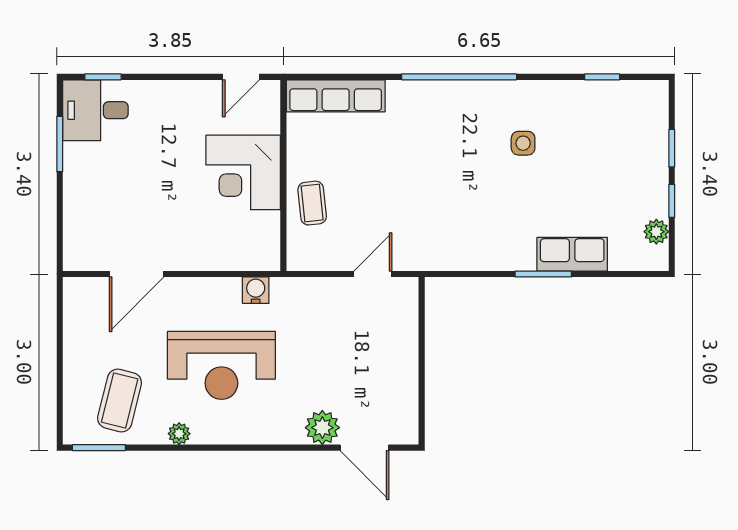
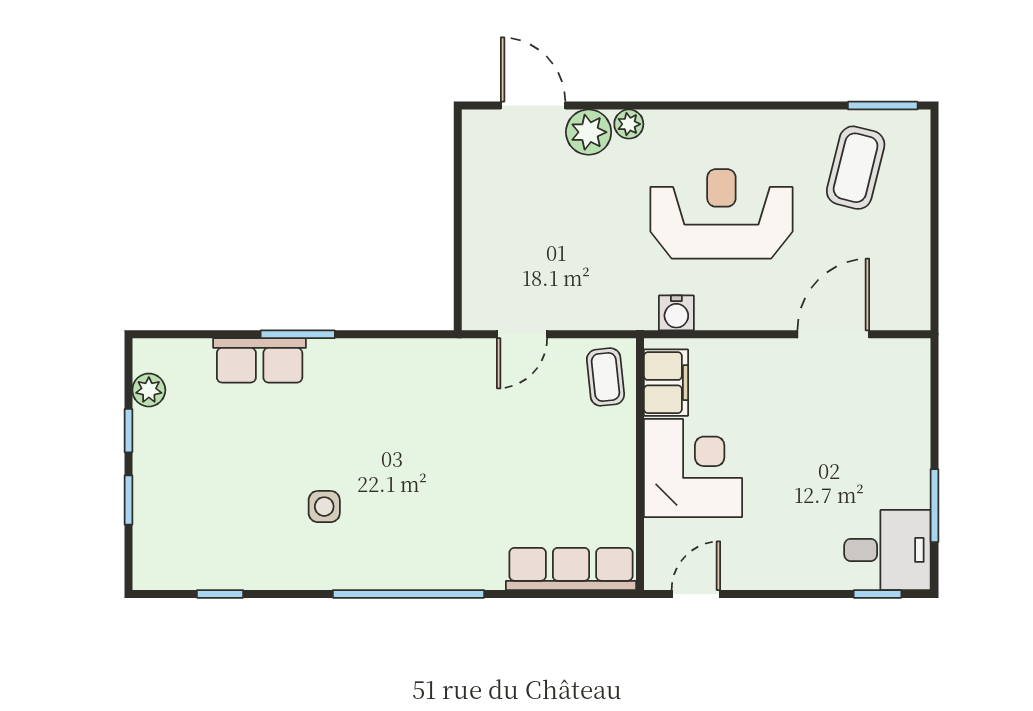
coffee table: (312, 203) -> (605, 377), moved
filing cabinet: (264, 237) -> (666, 383), added
plant: (179, 434) -> (629, 124), moved

